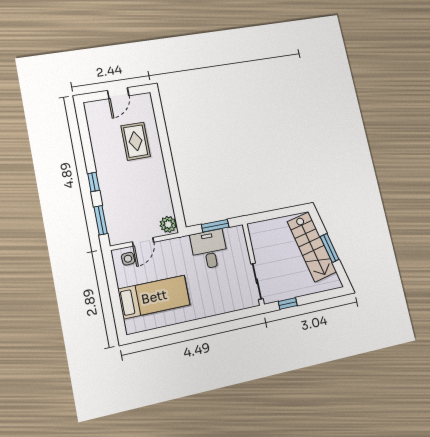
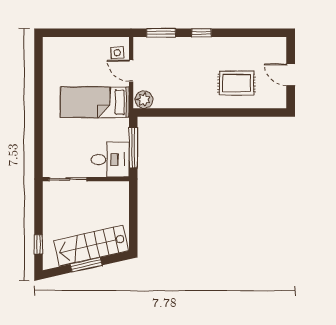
window: (215, 226) -> (133, 148), width x1.44
desk: (209, 249) -> (110, 160), moved
bed: (154, 297) -> (95, 102), moved, turned 90
window: (288, 304) -> (38, 244), moved

